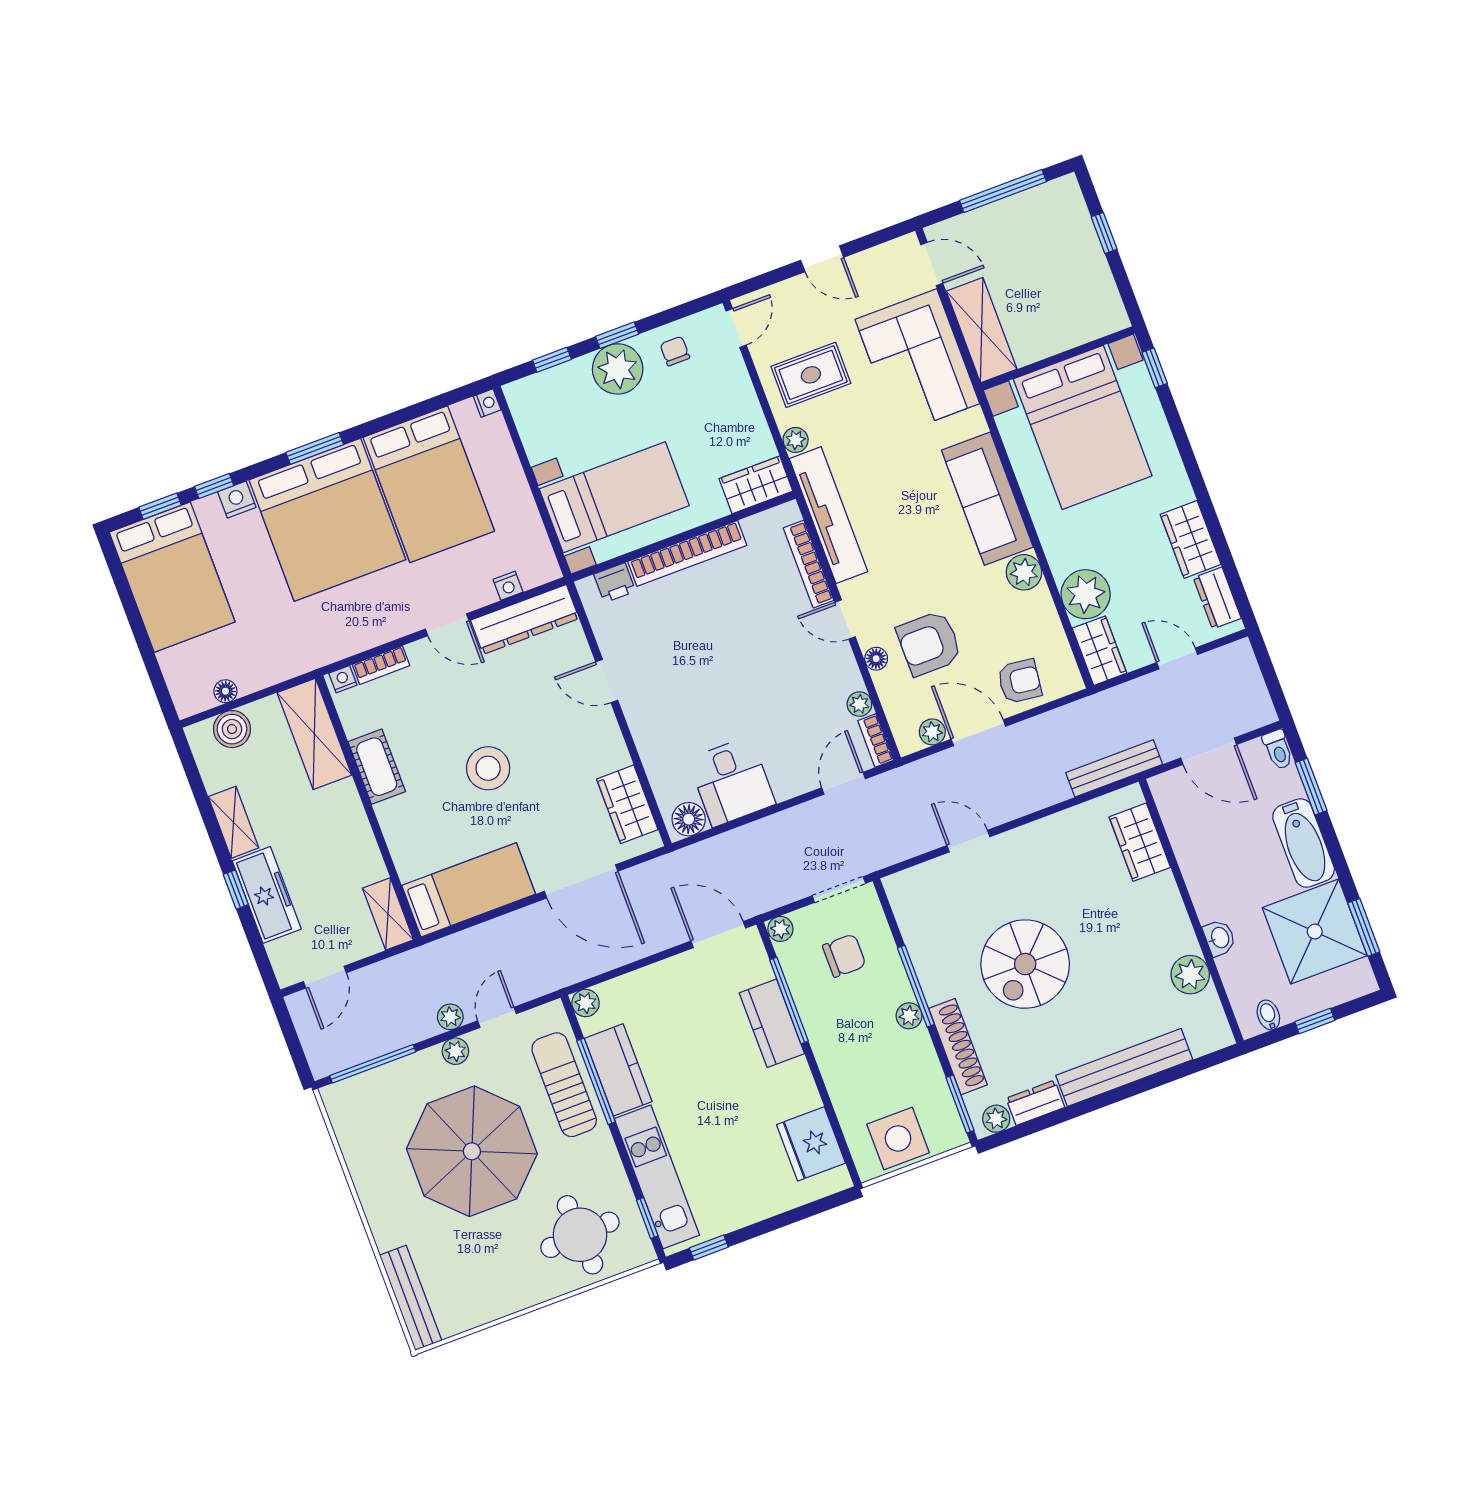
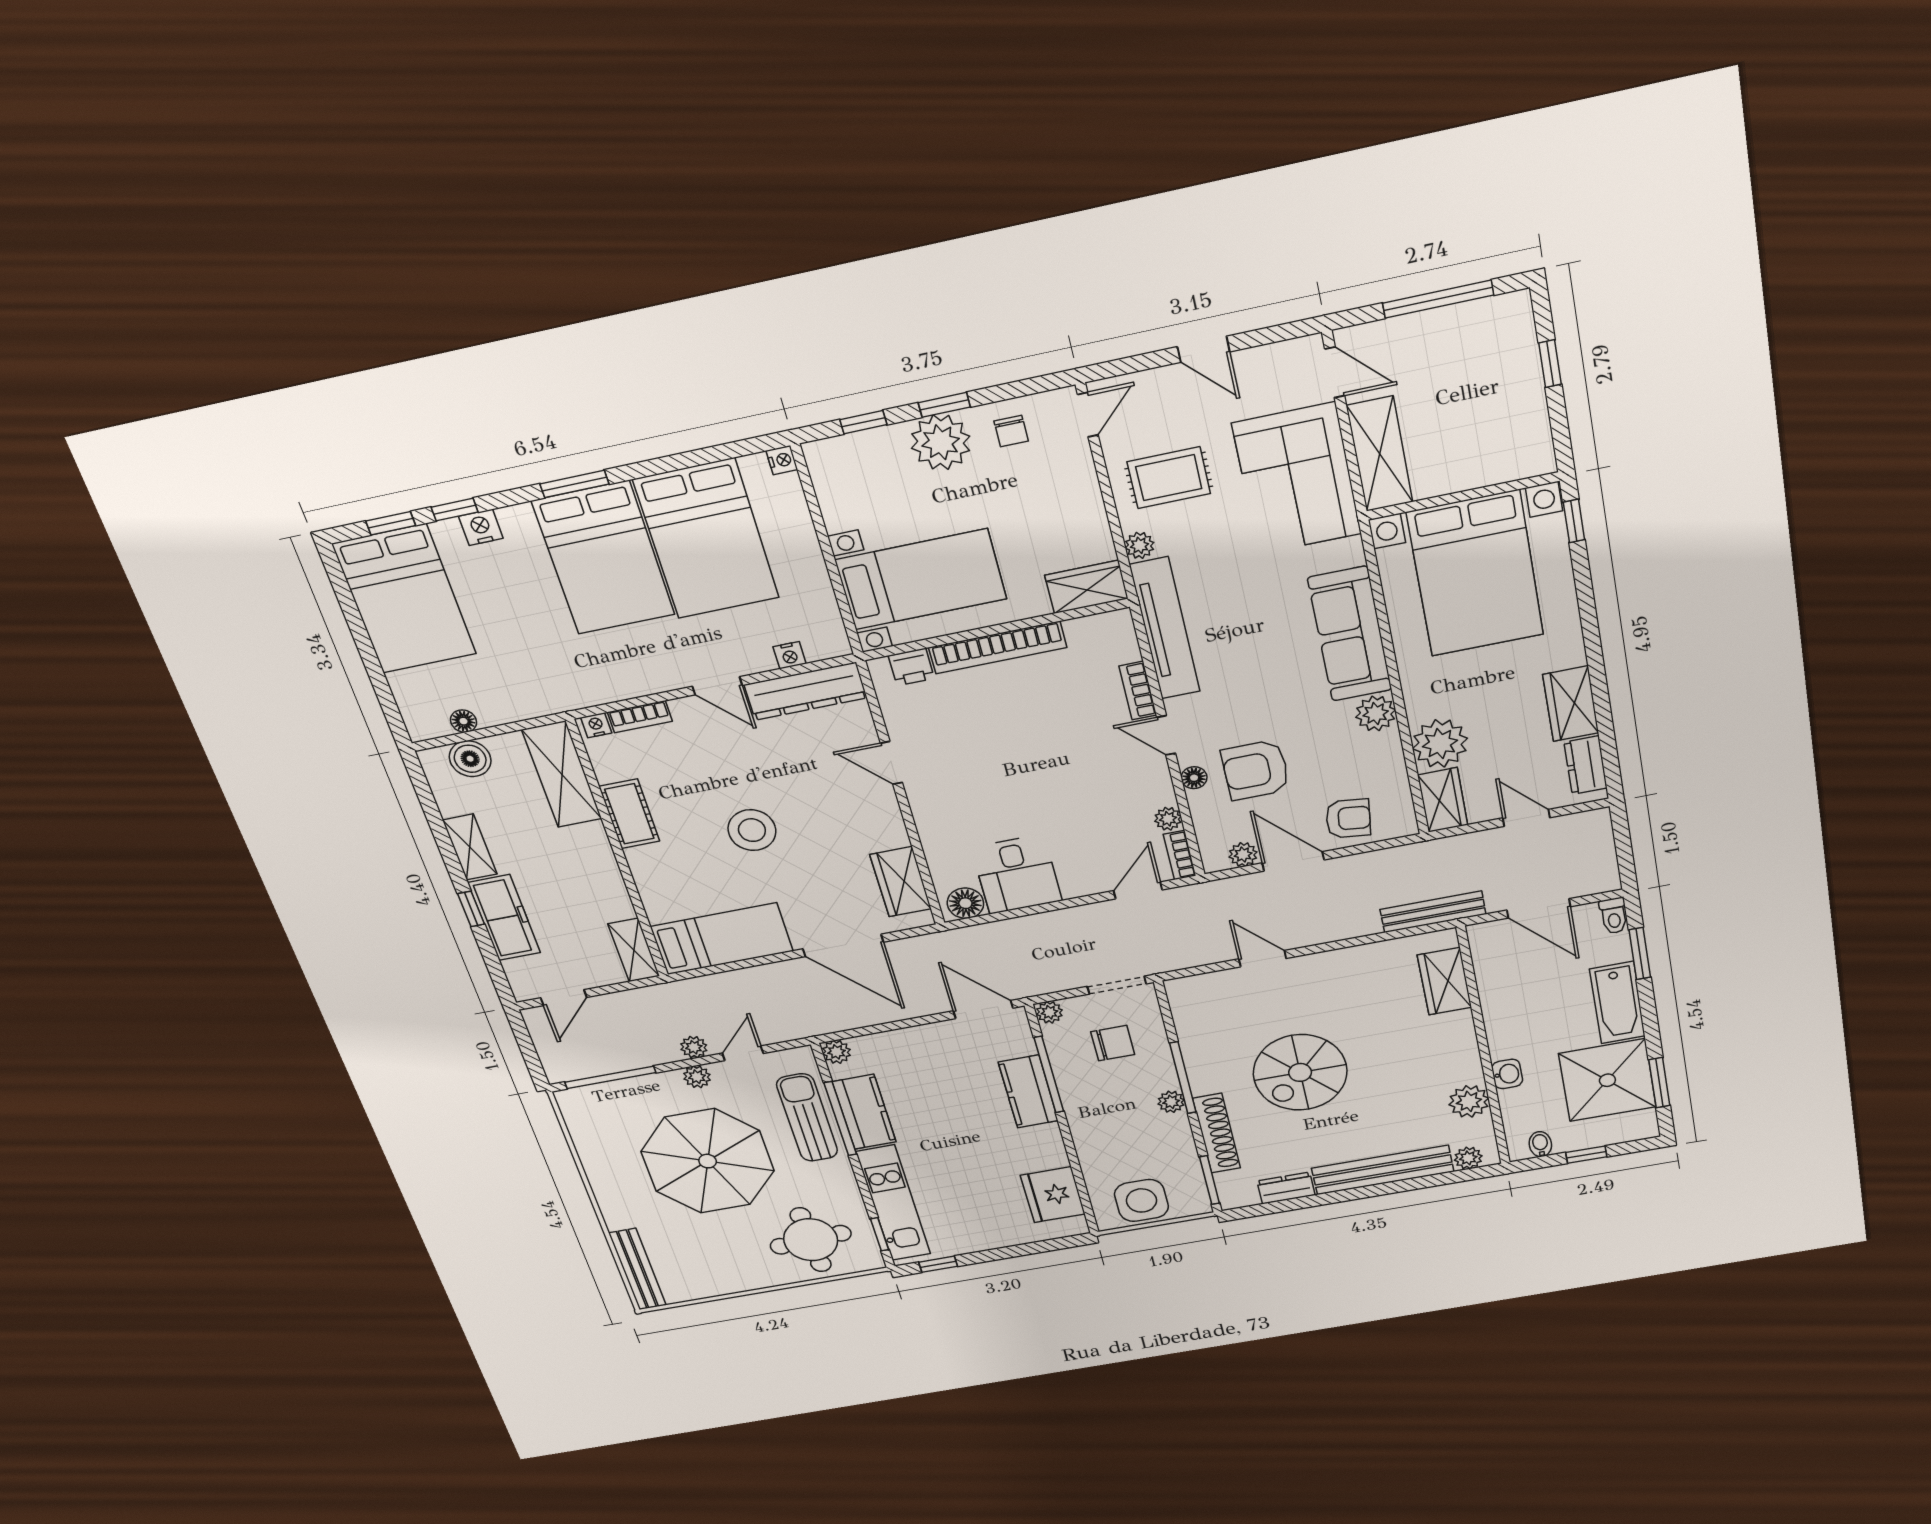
chair: (675, 351) -> (1011, 431), turned 180
bed: (327, 520) -> (604, 558), width x0.73
bookcase: (809, 564) -> (1138, 691), width x0.64
plant: (996, 1119) -> (1468, 1158), moved

